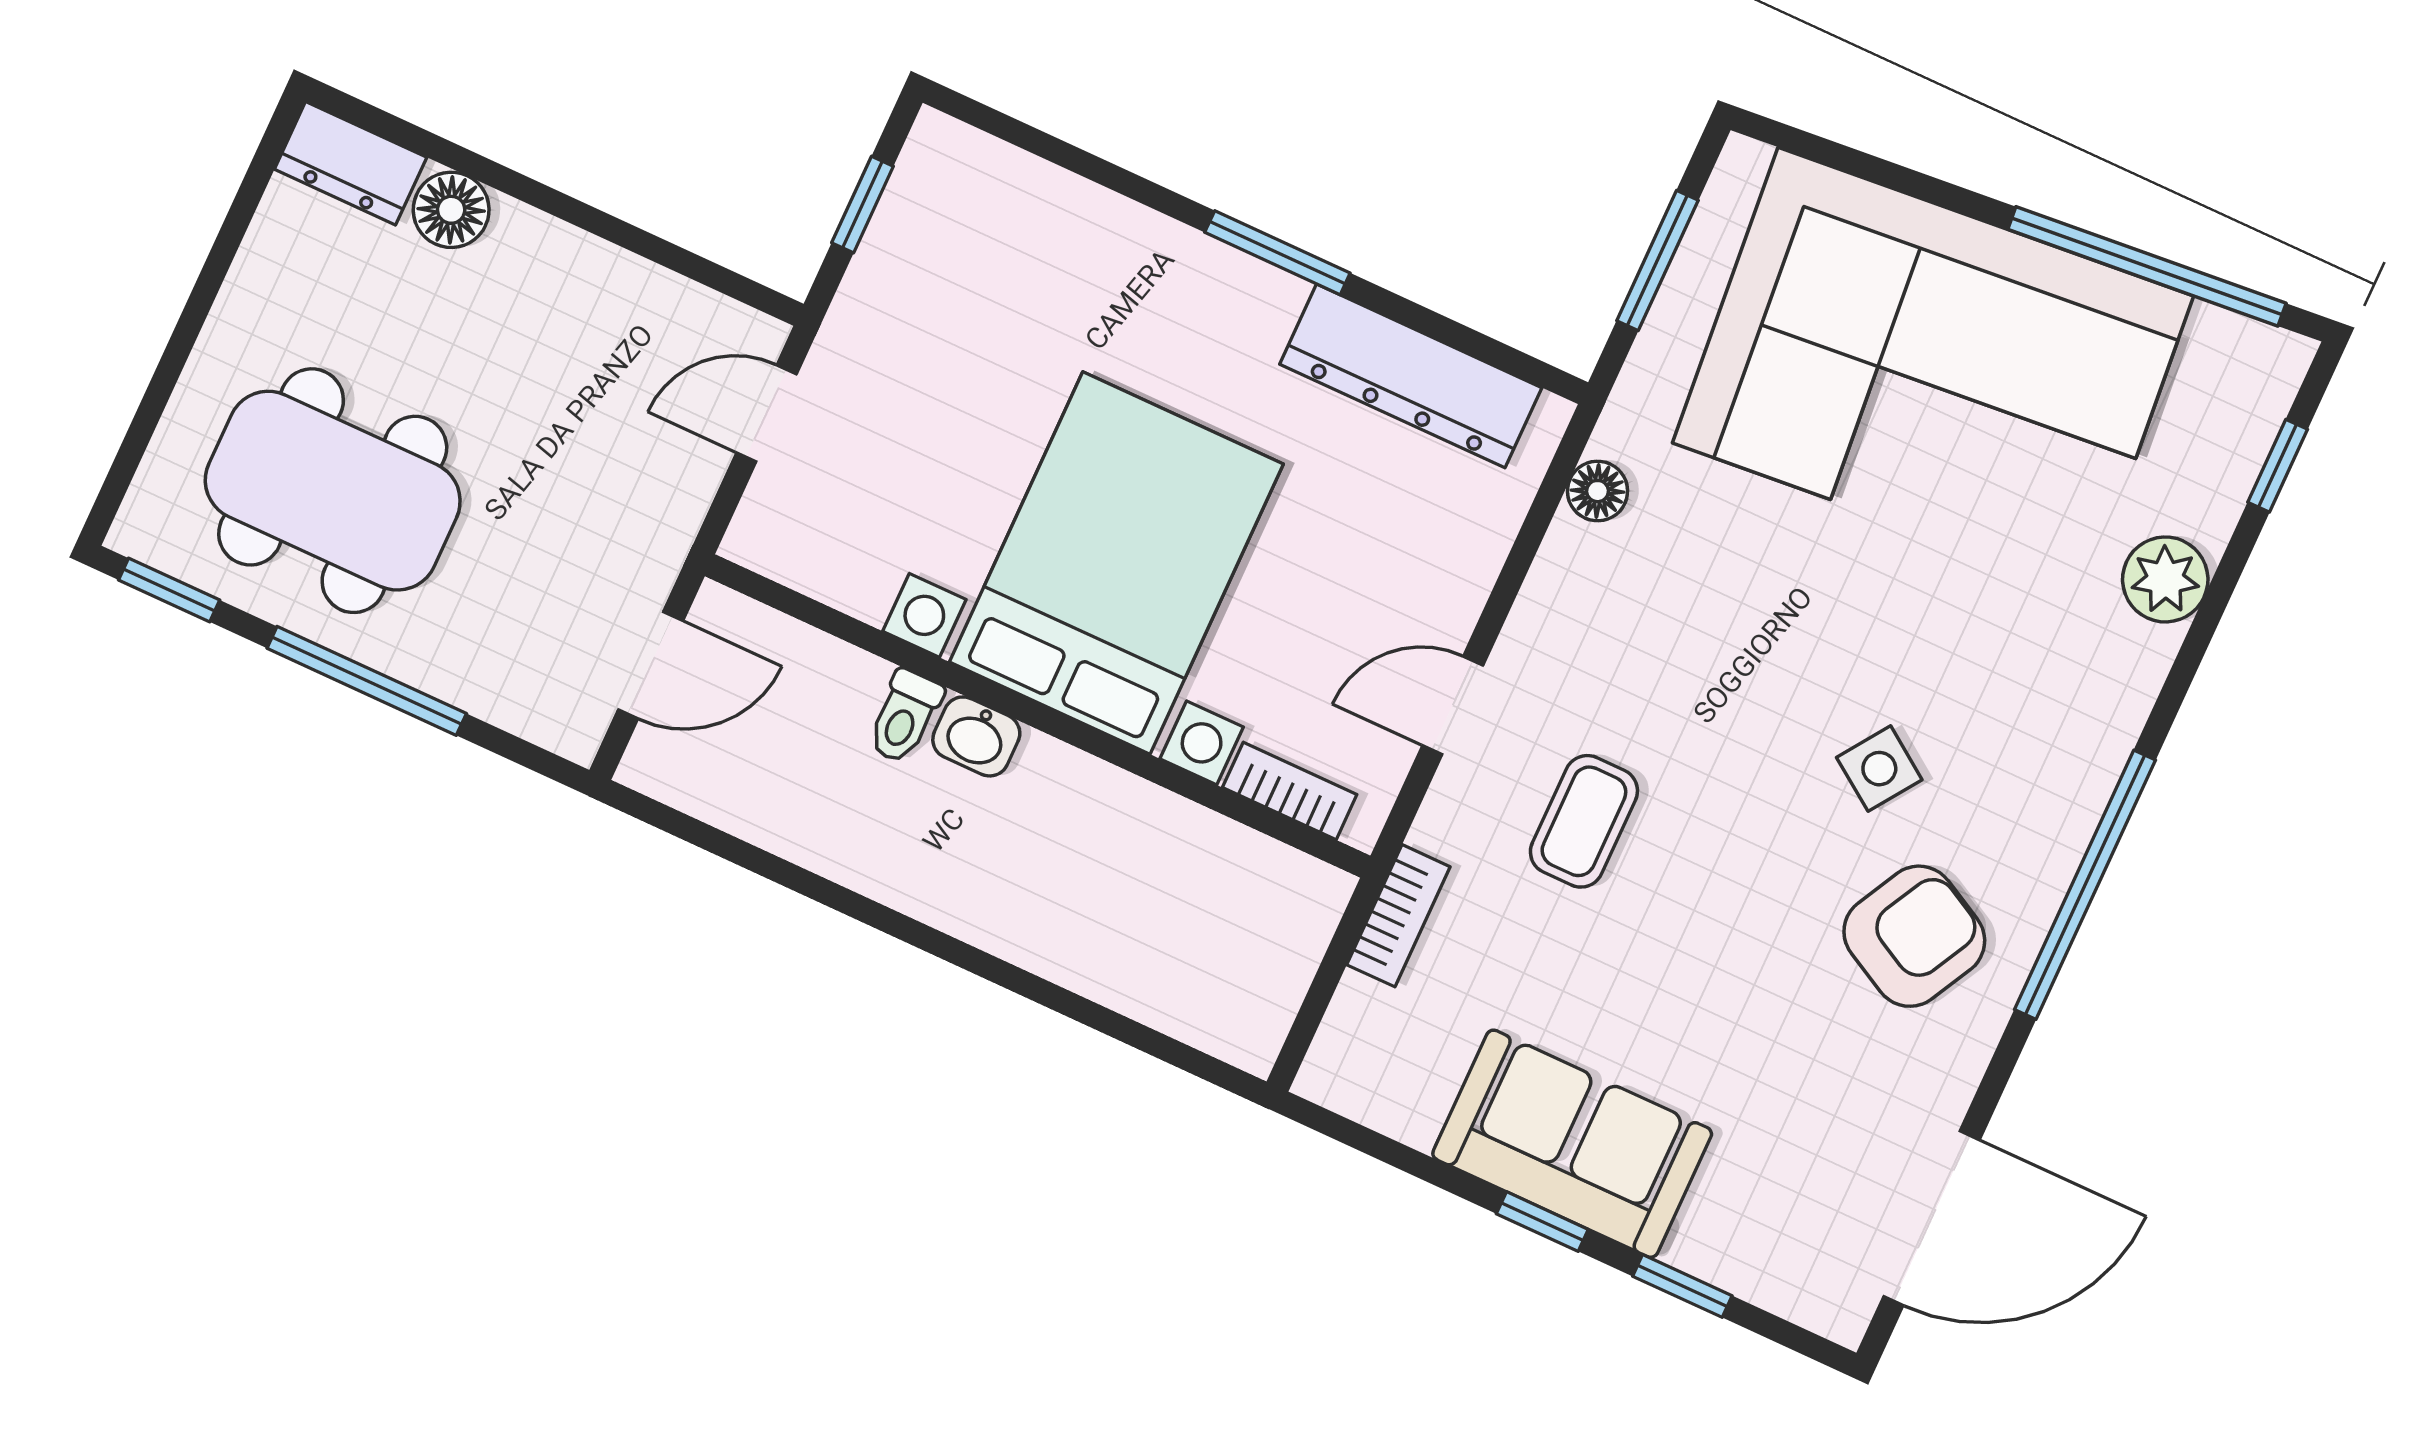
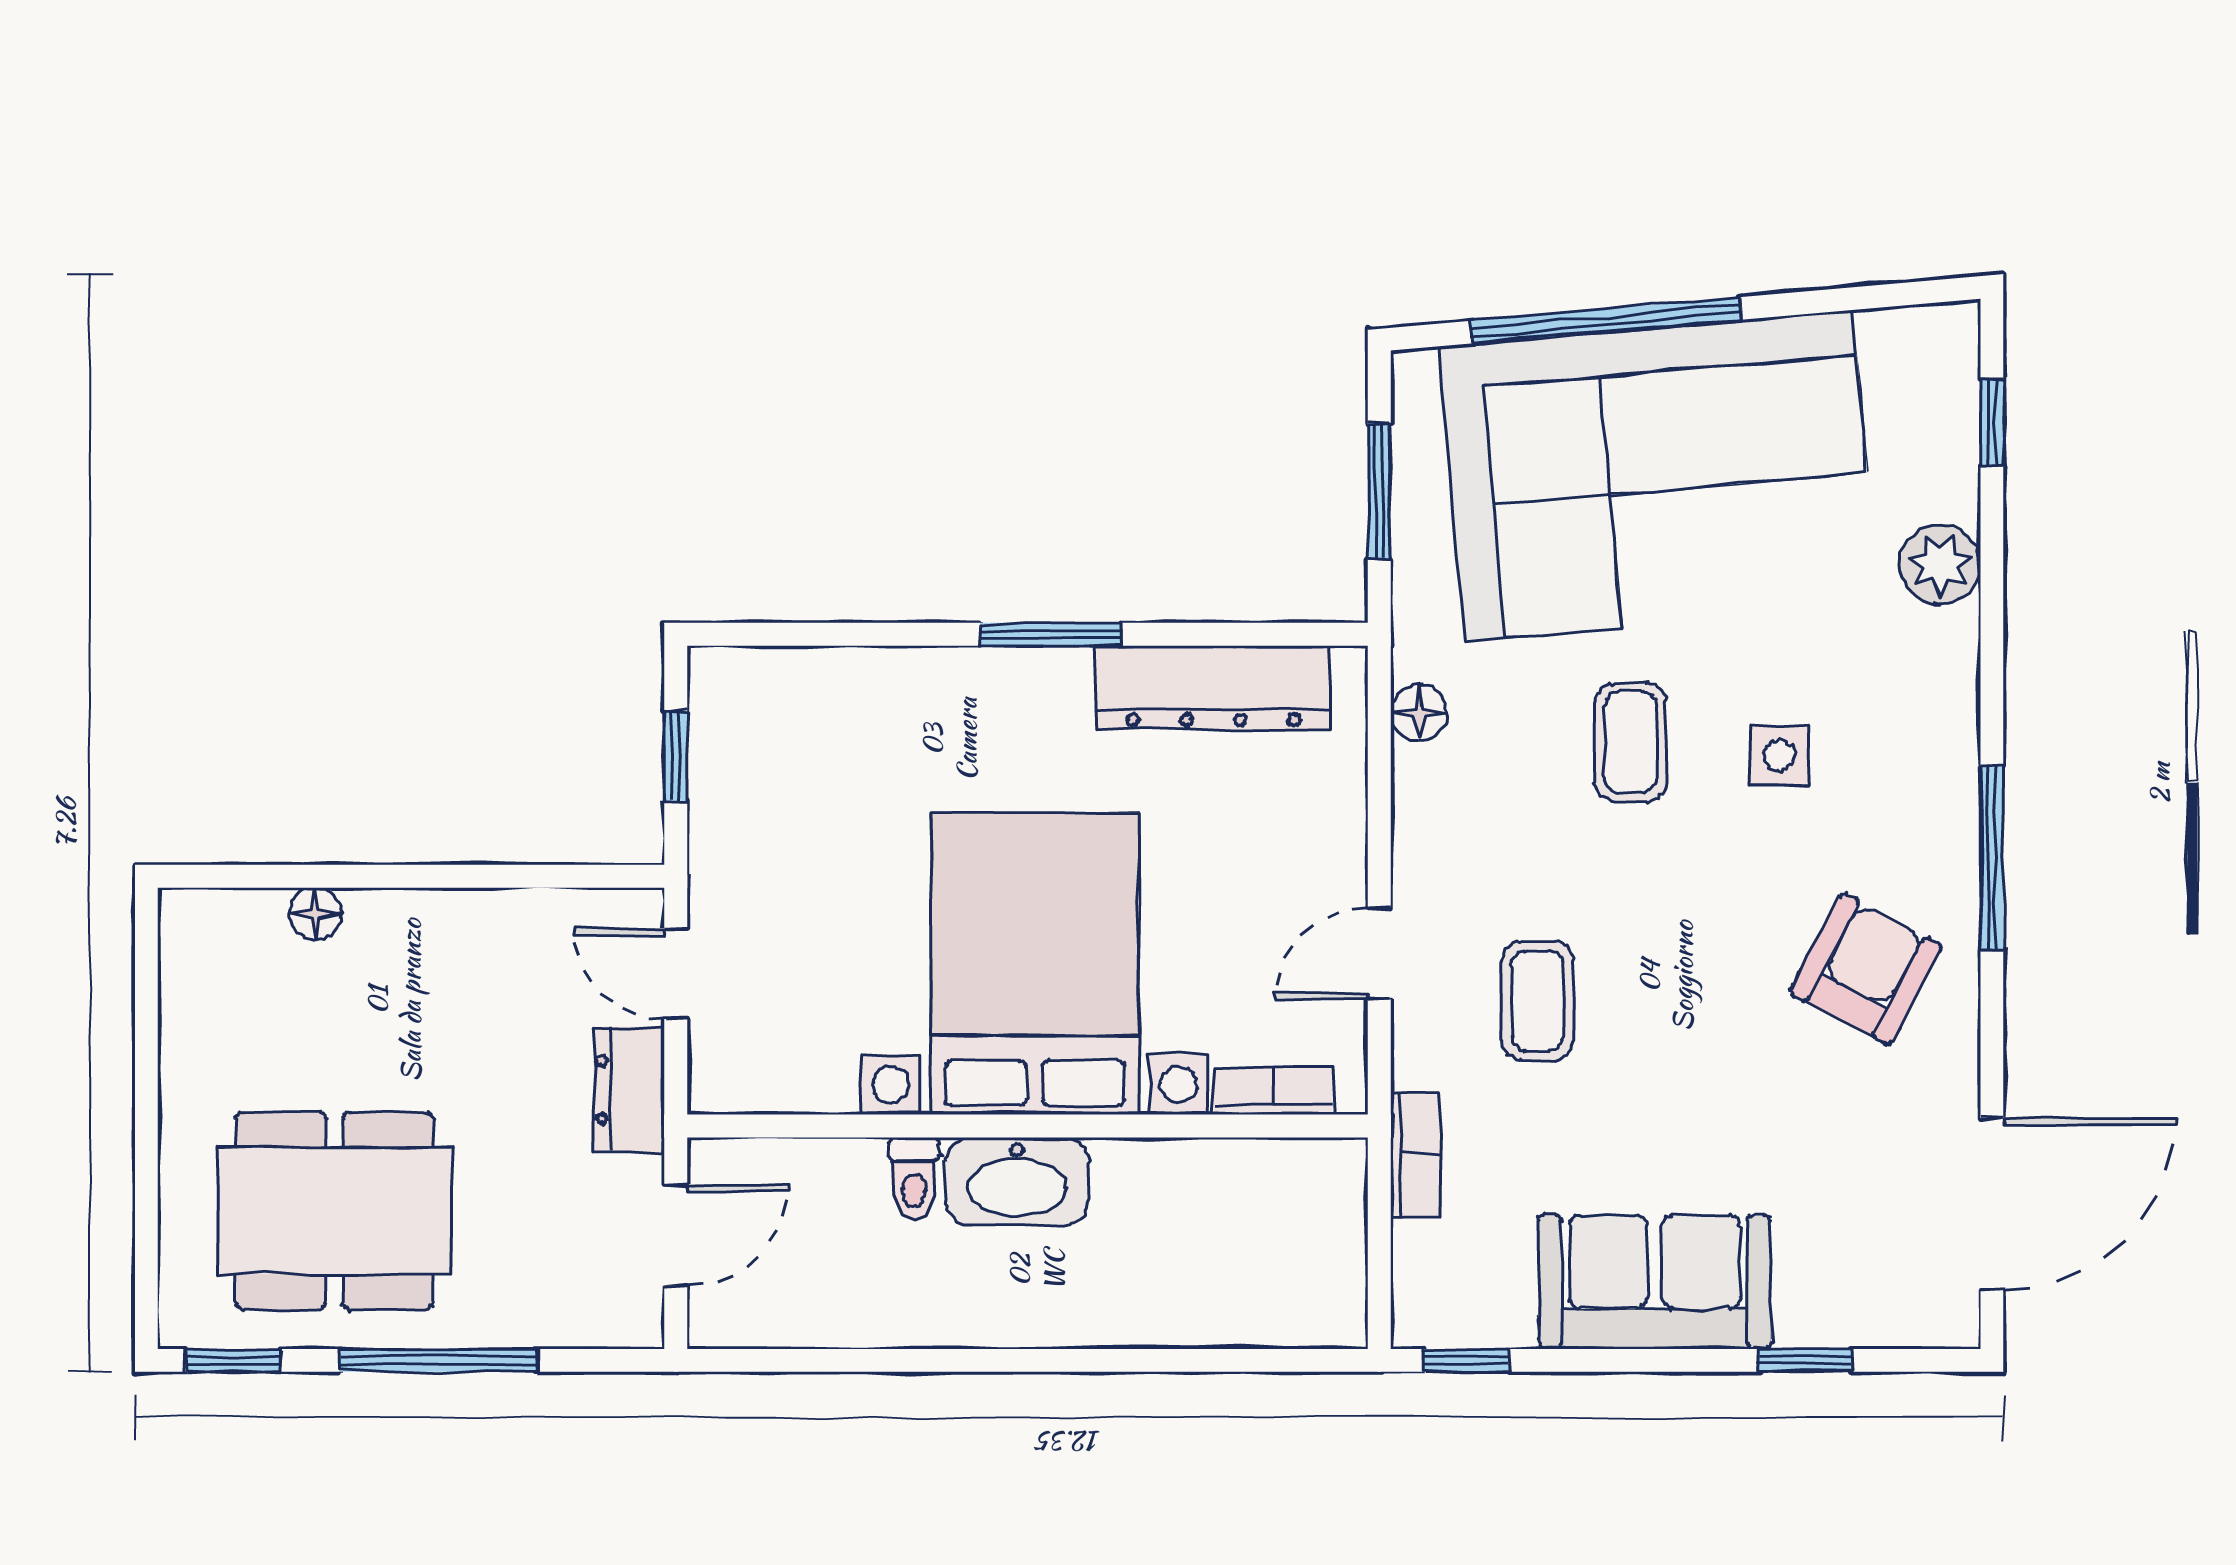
dresser: (351, 163) -> (629, 1090), moved, turned 90
floor lamp: (451, 210) -> (316, 914), width x0.73, depth x0.73
window: (2147, 266) -> (1606, 320), moved
door: (766, 413) -> (676, 974), hinge flipped
coffee table: (1788, 613) -> (1631, 742), added
washbasin: (976, 736) -> (1017, 1181), width x1.91, depth x1.45
side table: (1879, 769) -> (1779, 755), moved, turned -35
window: (2085, 885) -> (1992, 858), width x0.68
window: (1542, 1222) -> (1466, 1360), moved

